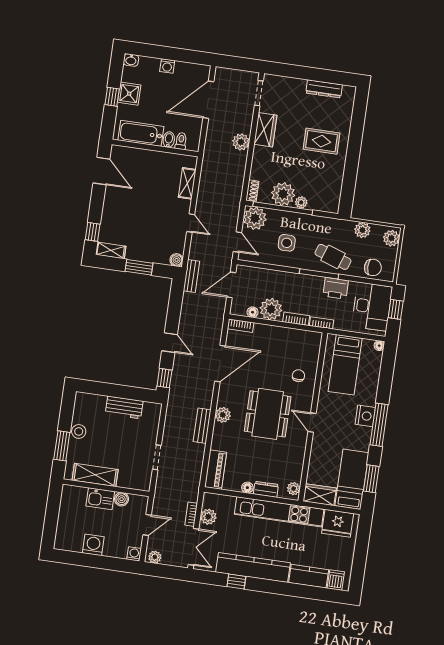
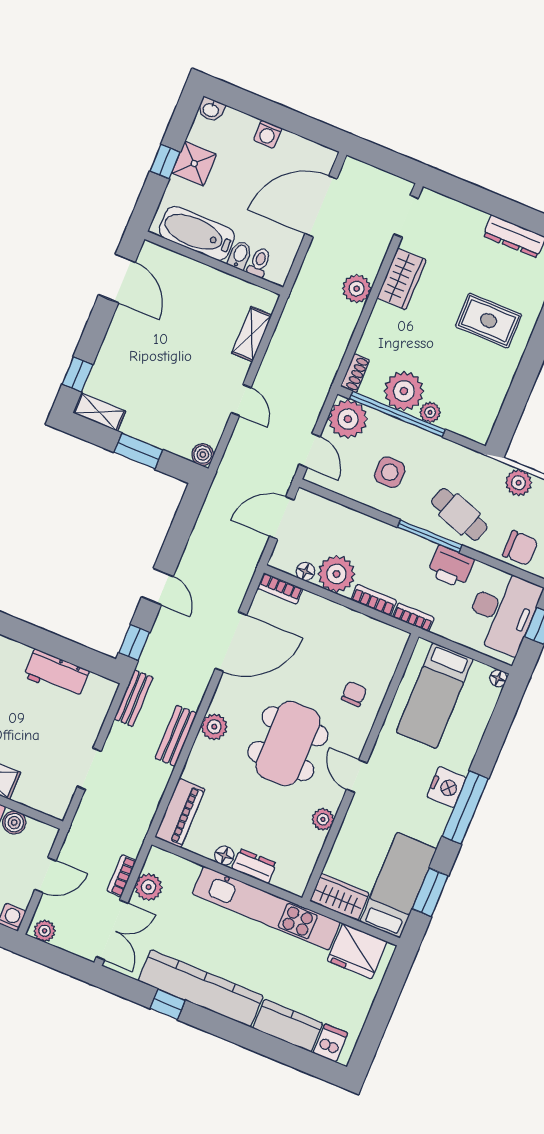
bench: (191, 276) -> (134, 698), moved
plant: (294, 489) -> (323, 819), moved

